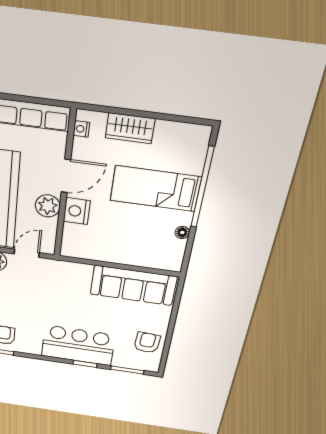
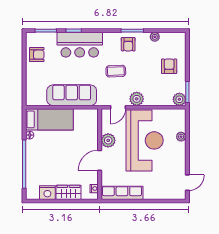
bed: (155, 189) -> (49, 119), moved
nightstand: (77, 211) -> (47, 193), moved, turned 90
sofa: (133, 285) -> (72, 95), moved
coffee table: (26, 303) -> (116, 71), added
armchair: (147, 343) -> (37, 55), turned -94

